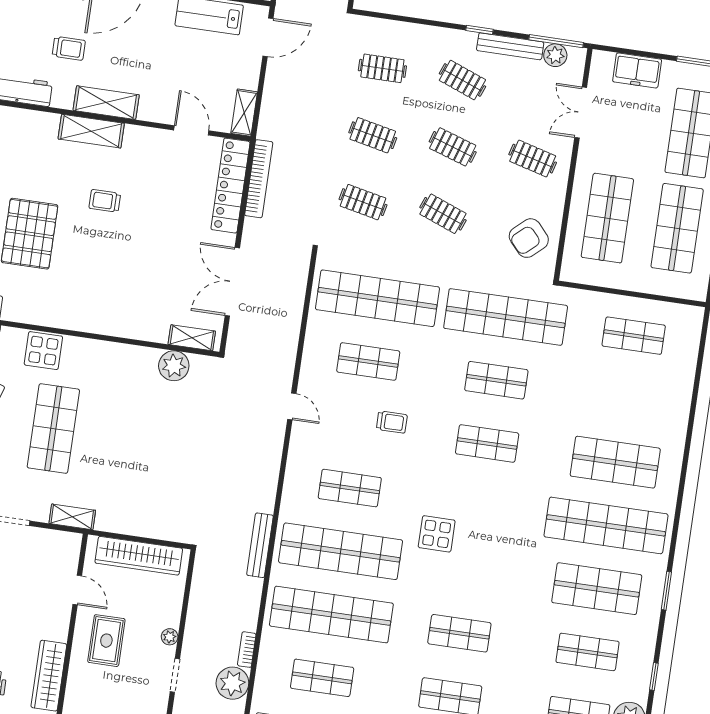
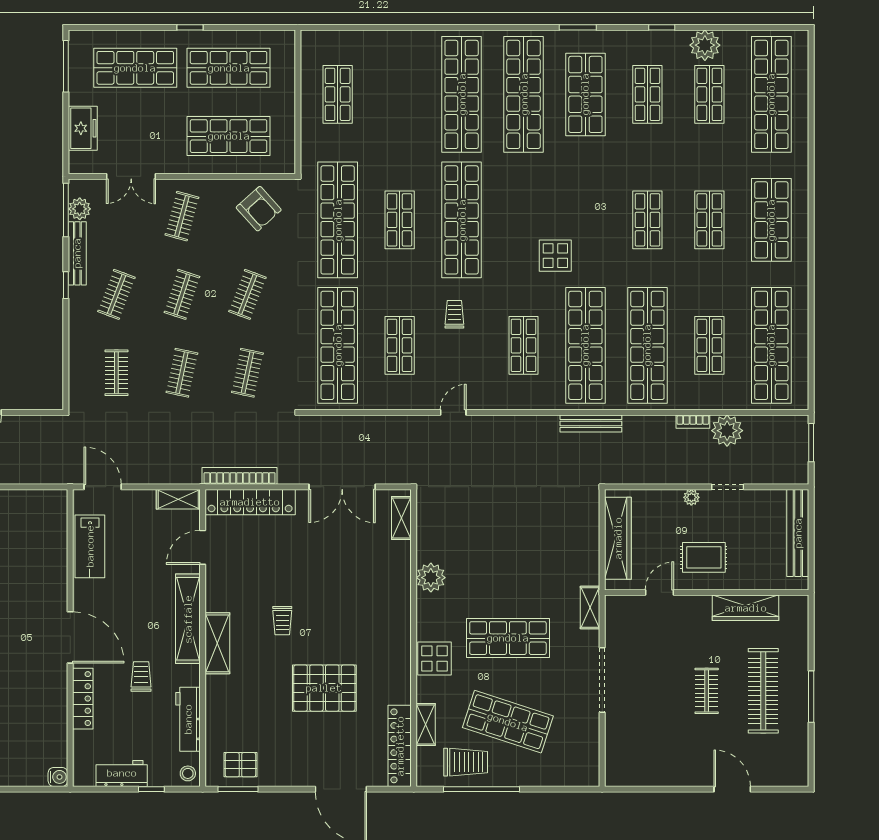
shelving: (106, 103) -> (188, 619), width x1.47
plant: (174, 366) -> (431, 578), moved
shop shelf: (487, 443) -> (462, 220), width x2.00, depth x1.36
shop shelf: (615, 462) -> (462, 94), width x1.40

